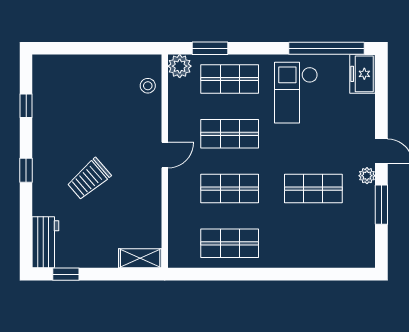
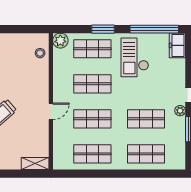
window: (210, 48) -> (103, 29), moved
door: (165, 155) -> (51, 111), moved
shop shelf: (313, 243) -> (146, 154), added

